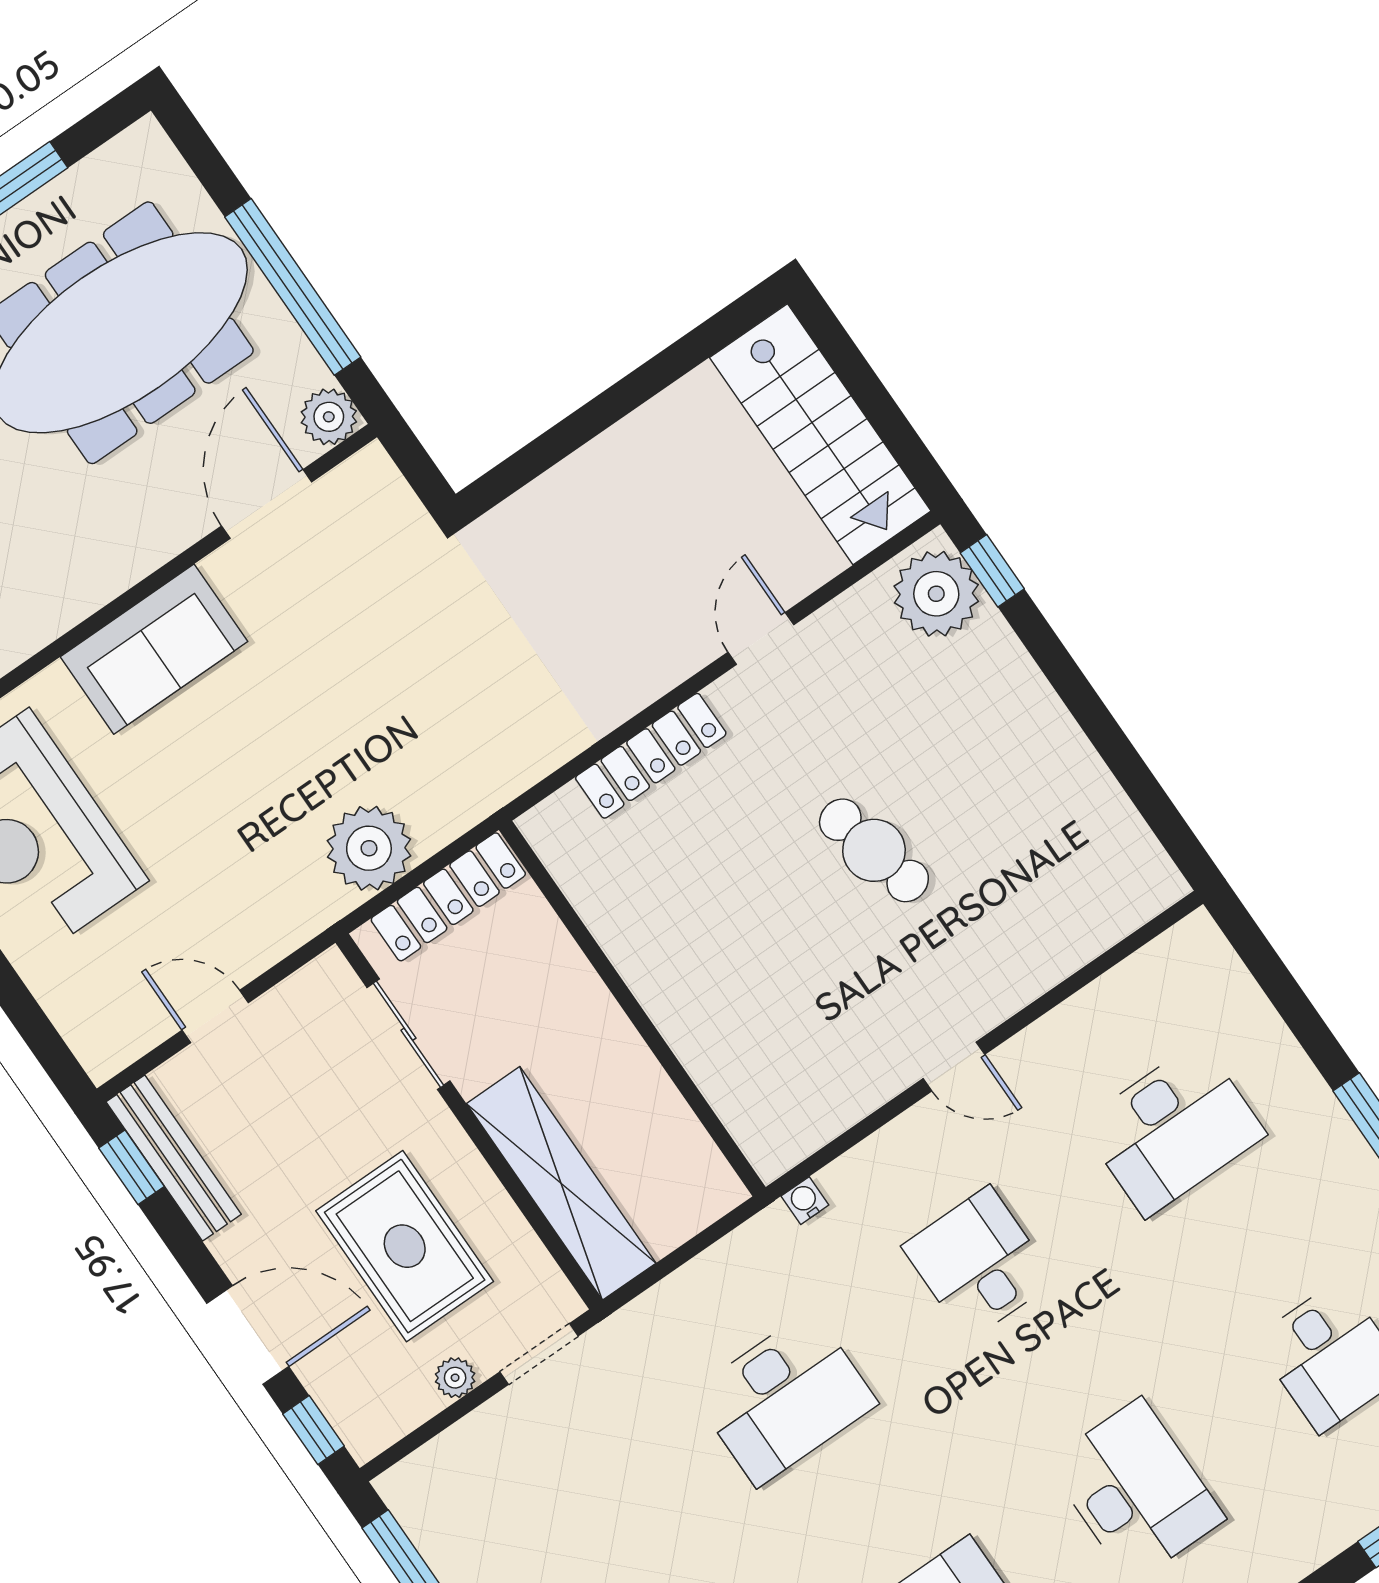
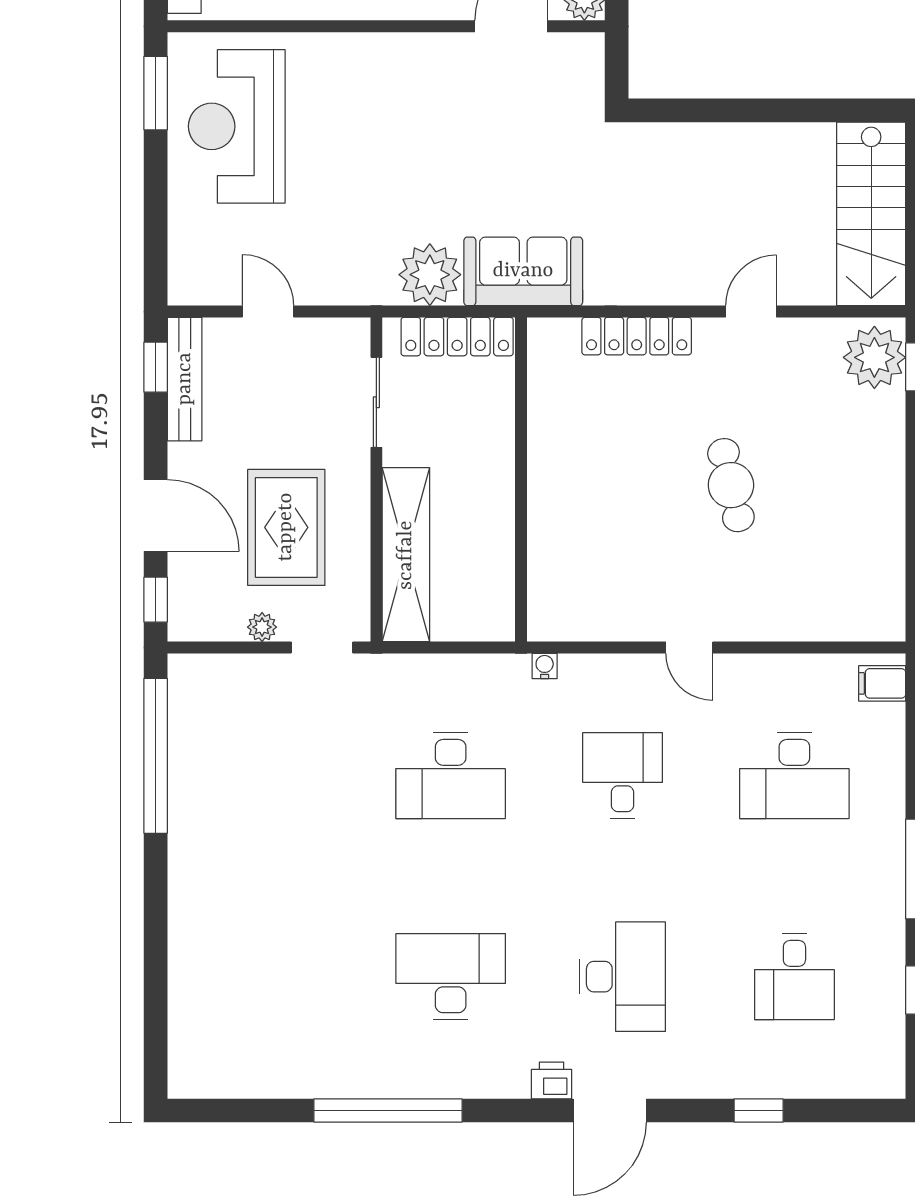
sofa: (154, 649) -> (523, 271), moved, turned 180
filing cabinet: (1200, 956) -> (882, 683), added

